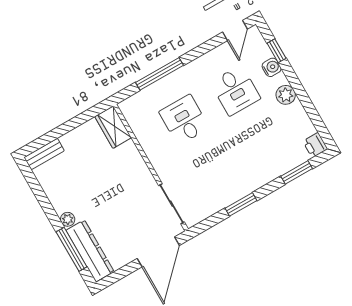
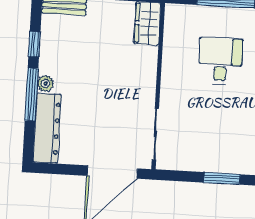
window: (41, 196) -> (34, 44), added
window: (72, 249) -> (31, 95), moved

